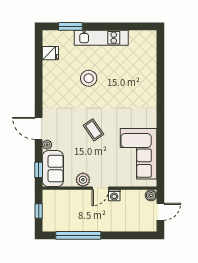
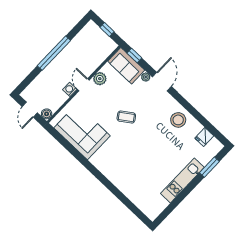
stool: (89, 78) -> (178, 120), moved
door: (39, 128) -> (162, 82), hinge flipped
window: (78, 235) -> (54, 53), moved

